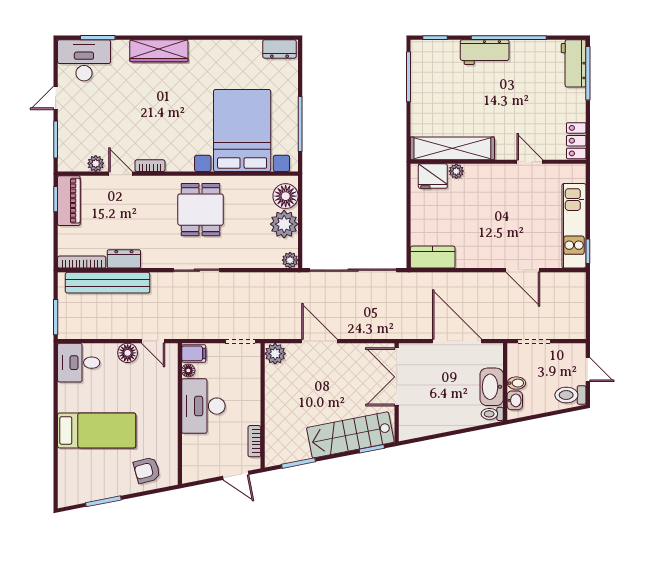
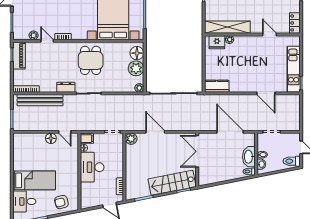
dresser: (124, 259) -> (66, 87), moved
desk: (79, 363) -> (24, 201), moved

